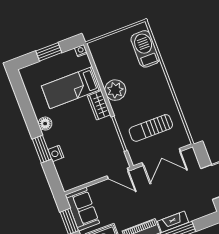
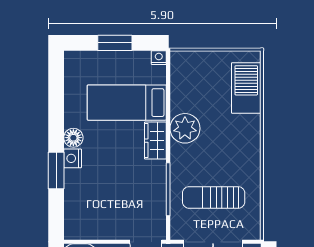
nightstand: (56, 153) -> (73, 158), moved

